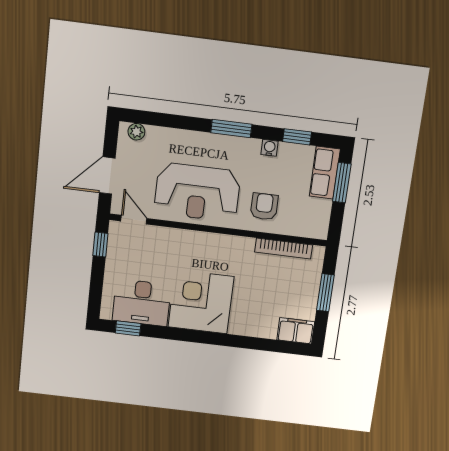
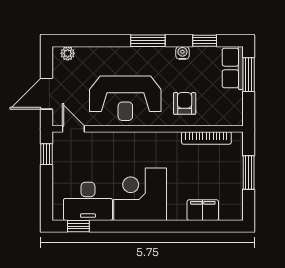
filing cabinet: (296, 331) -> (203, 210), moved

